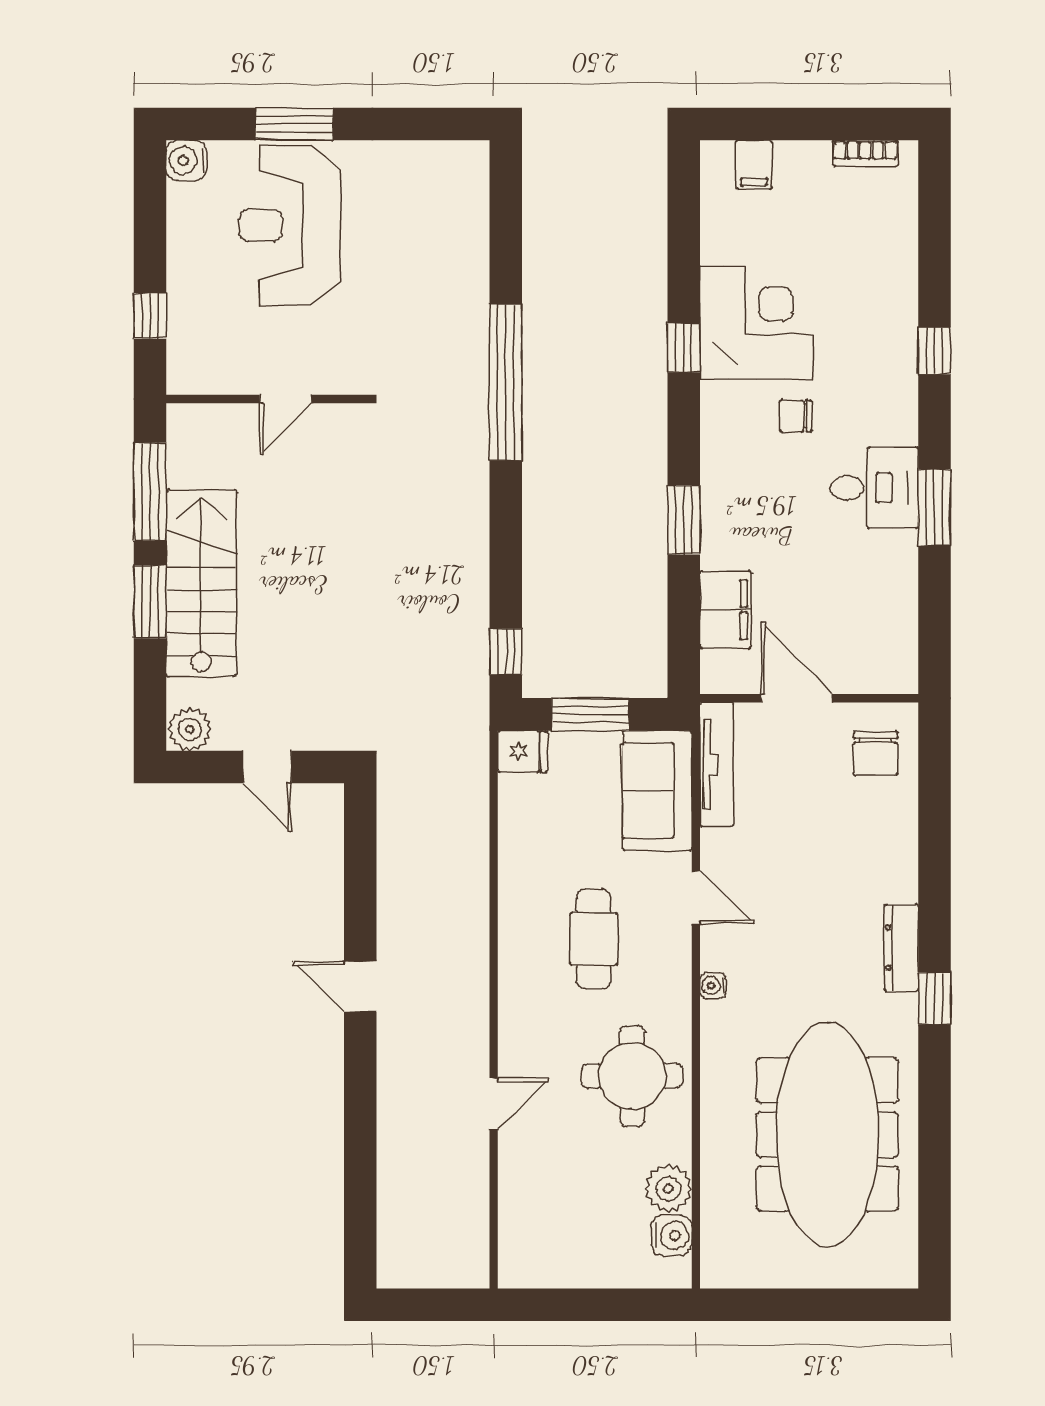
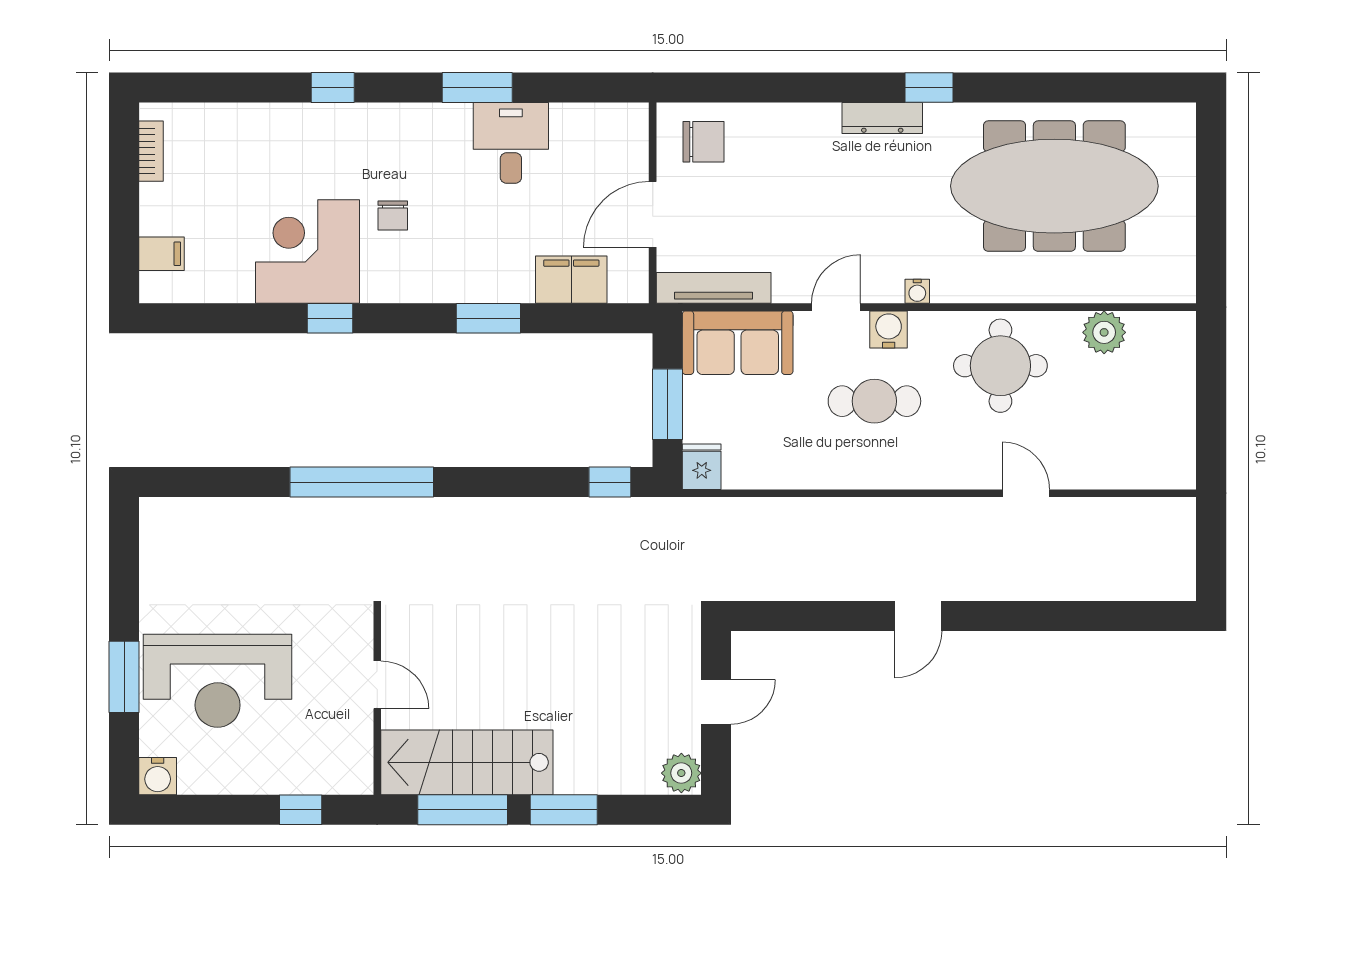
desk: (874, 488) -> (511, 143), moved
stairs: (201, 583) -> (467, 762), moved
water cooler: (672, 1235) -> (889, 329), moved

